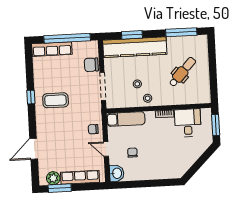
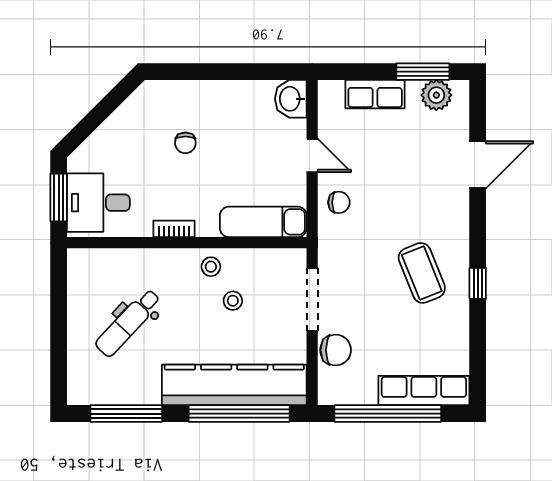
window: (132, 35) -> (239, 414), width x2.11
coffee table: (56, 100) -> (422, 273), turned 68
desk: (188, 123) -> (98, 203), moved, turned 90
chair: (132, 153) -> (185, 143), moved
row of seats: (80, 177) -> (375, 94), width x0.68

